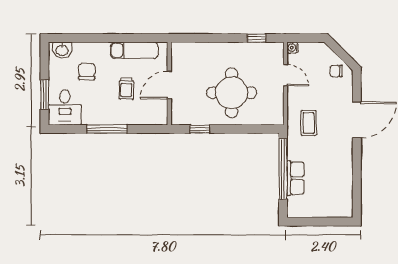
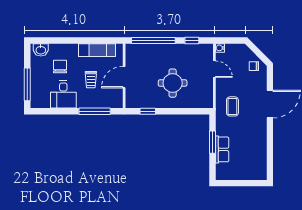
window: (207, 38) -> (153, 41), added
round table: (232, 93) -> (173, 83), width x0.73, depth x0.73
window: (45, 94) -> (27, 84), width x1.44
desk: (65, 107) -> (63, 94), moved
window: (107, 129) -> (95, 111), moved
window: (283, 169) -> (213, 142), width x0.47

